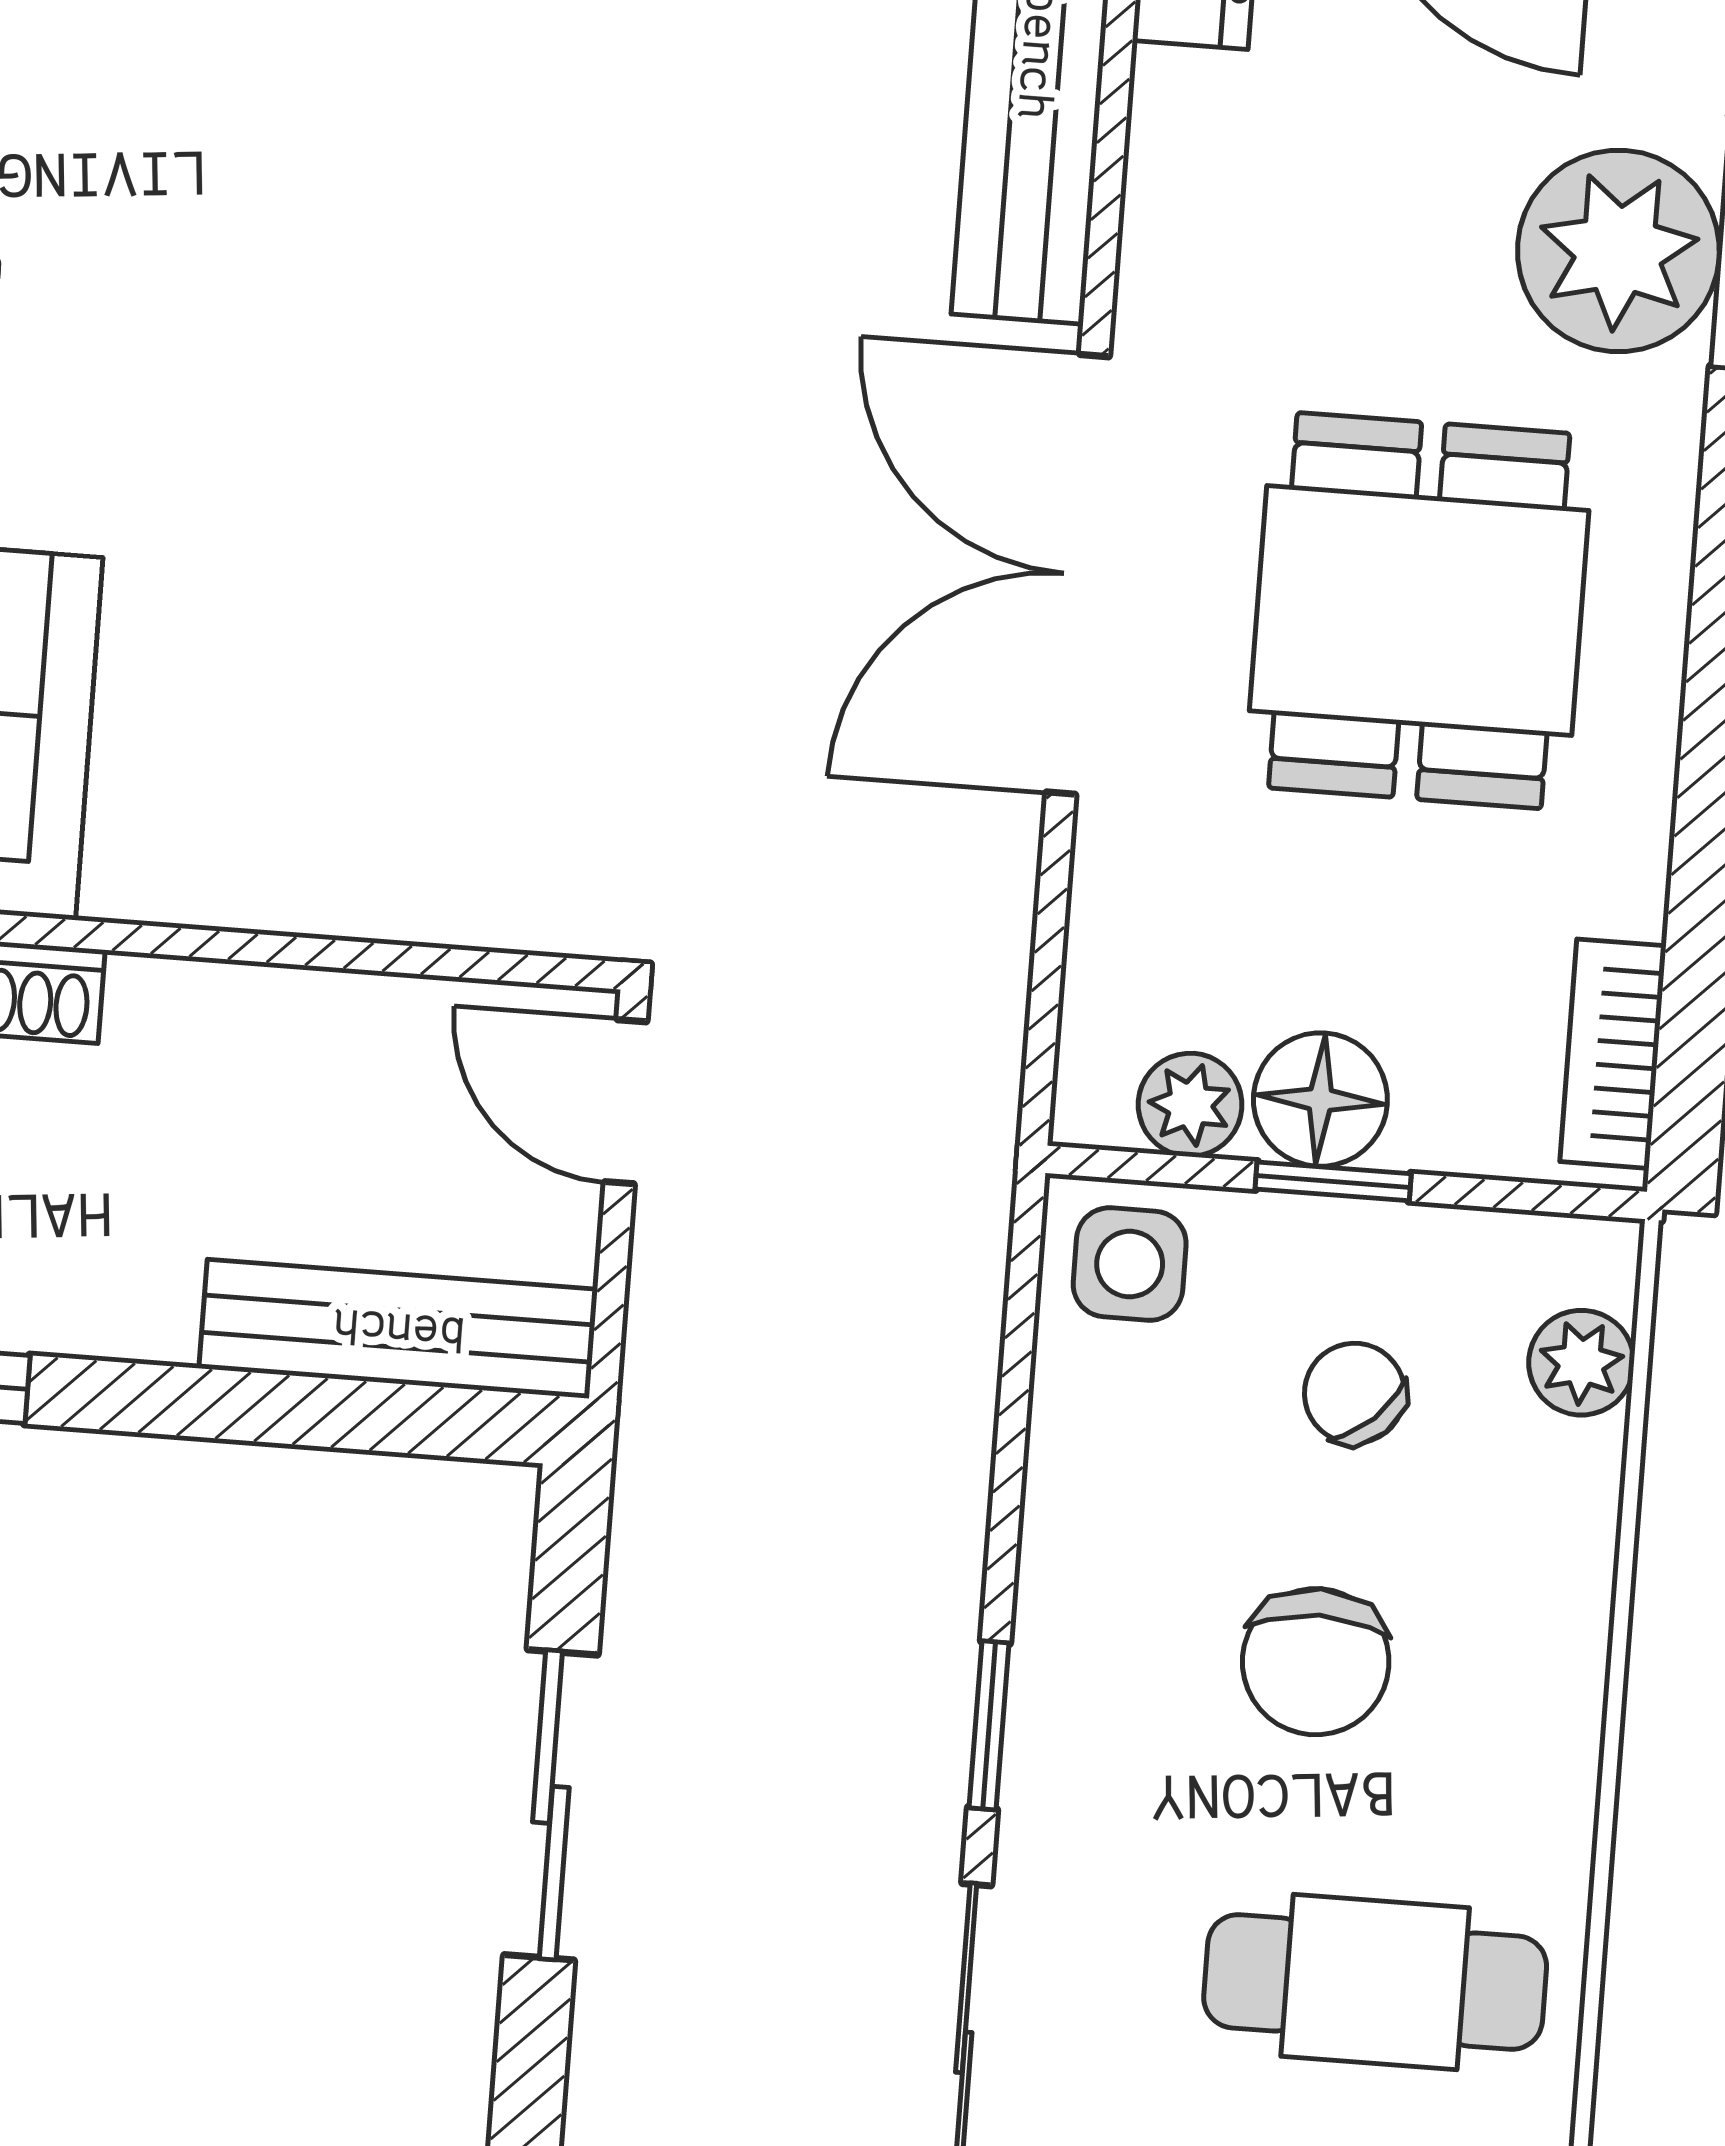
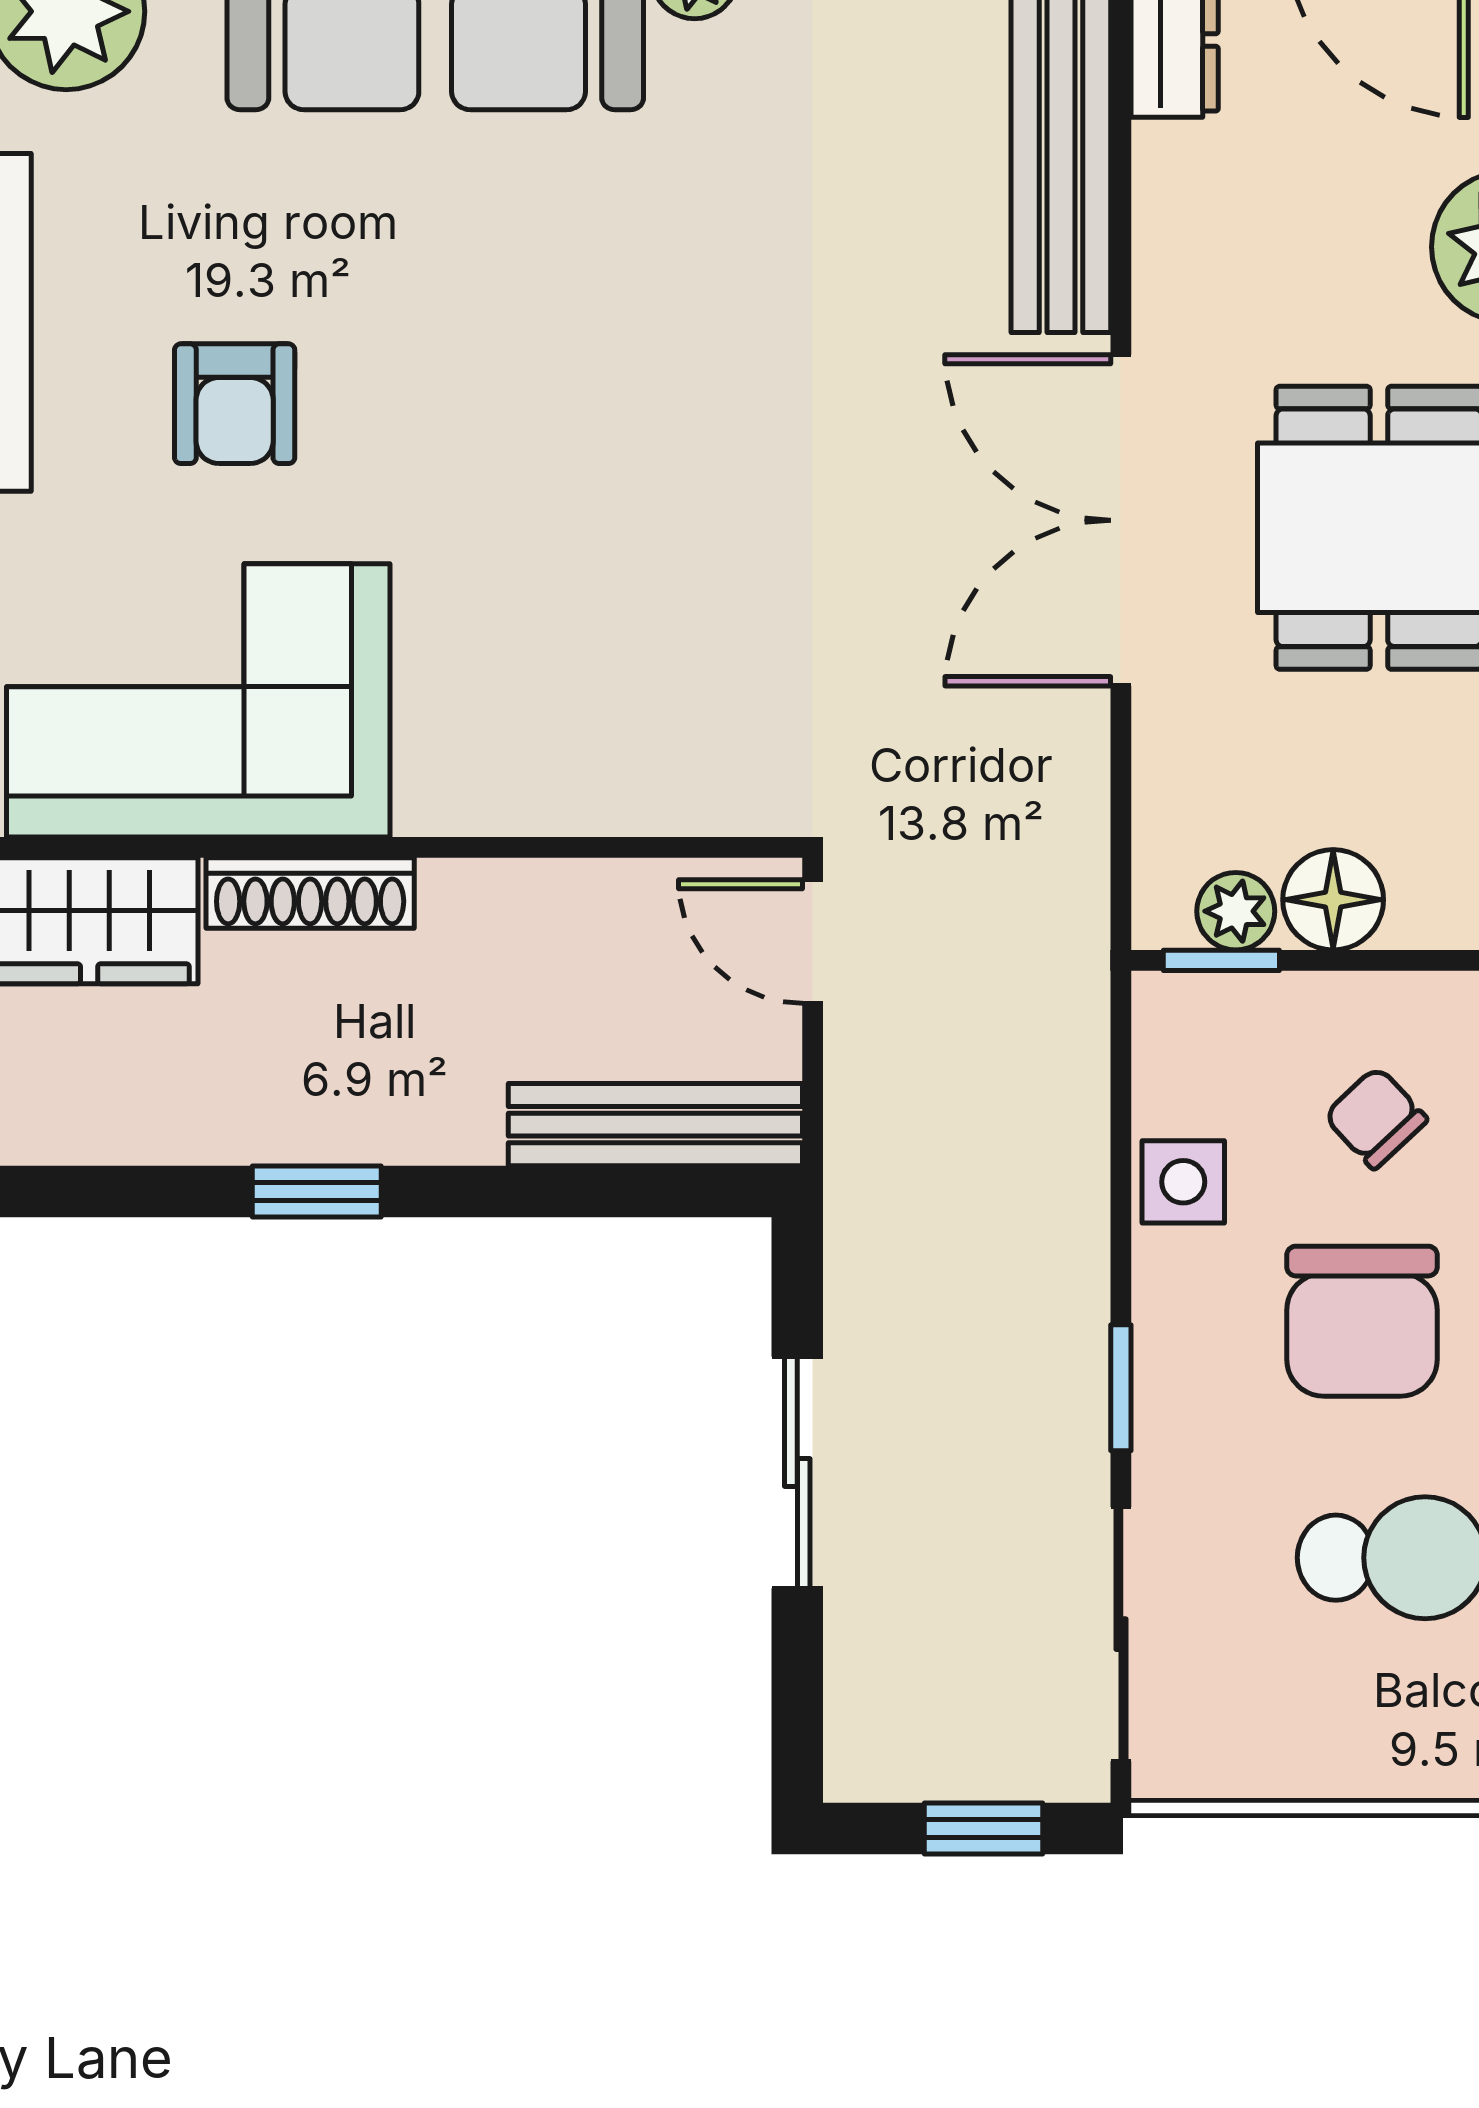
window: (1333, 1181) -> (1221, 960), moved
side table: (1130, 1264) -> (1183, 1182), moved
chair: (1316, 1662) -> (1362, 1321), width x1.37, depth x1.37

